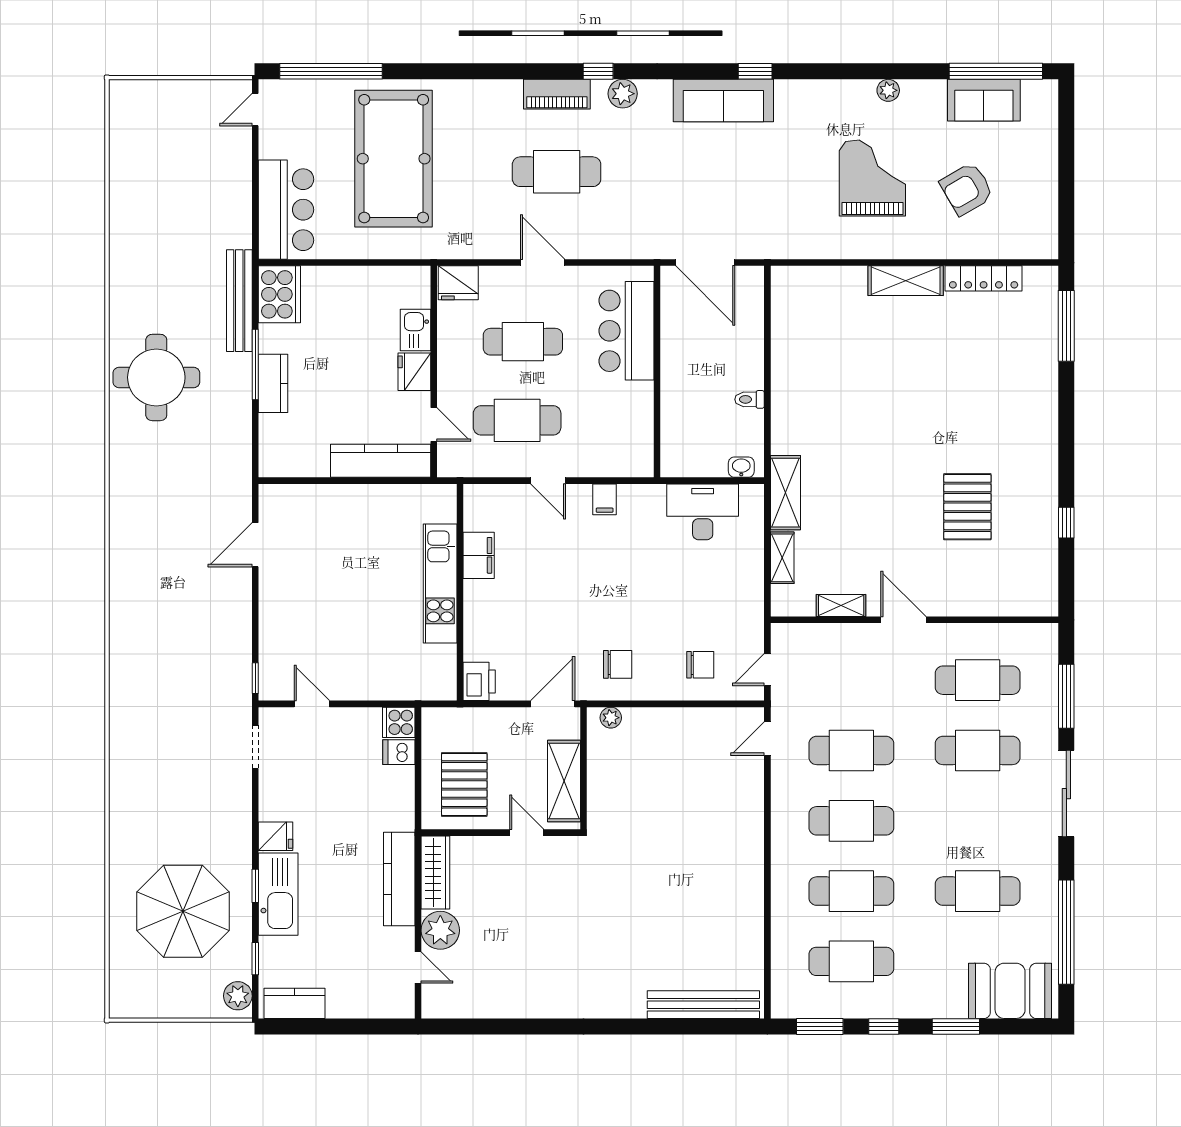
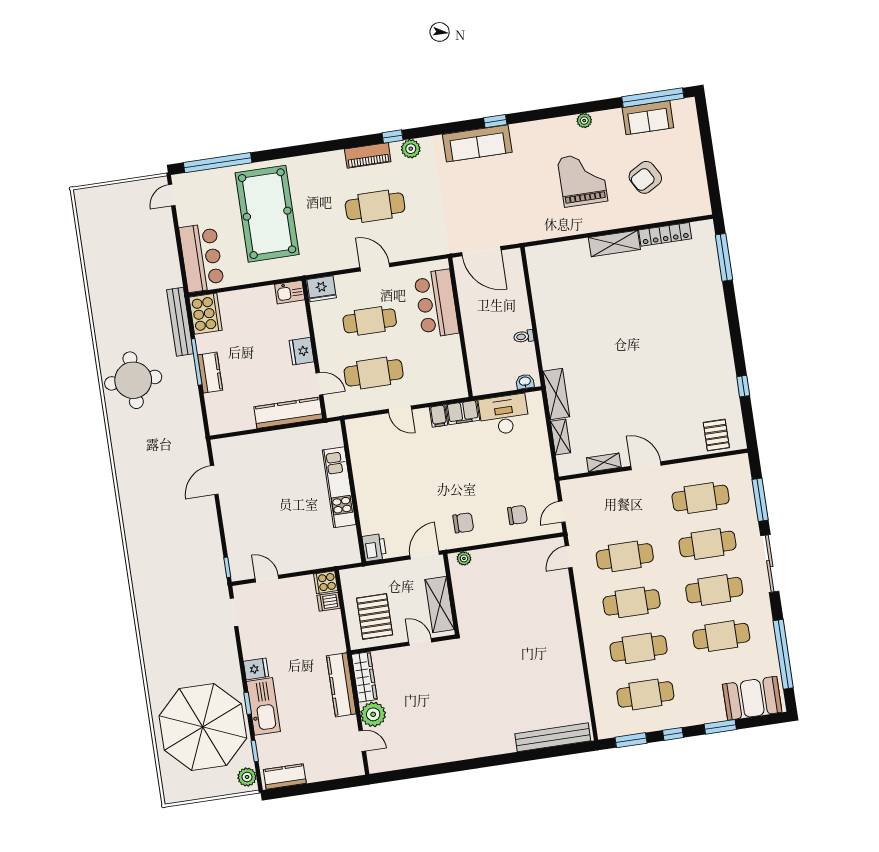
kitchen sink: (416, 330) -> (290, 292), moved, turned -90
pallet: (967, 507) -> (716, 435), moved, width x0.67, depth x0.71
filing cabinet: (479, 555) -> (463, 412), moved, turned 90
cafe table: (978, 821) -> (714, 590), added
parasol: (183, 911) -> (203, 727), width x1.36, depth x1.36

